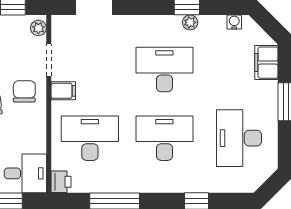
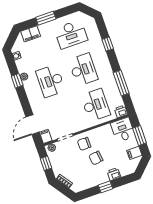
filing cabinet: (63, 91) -> (46, 136), moved
desk: (90, 138) -> (95, 105), turned 180
desk: (164, 138) -> (83, 70), turned 180

